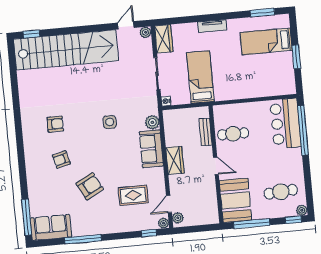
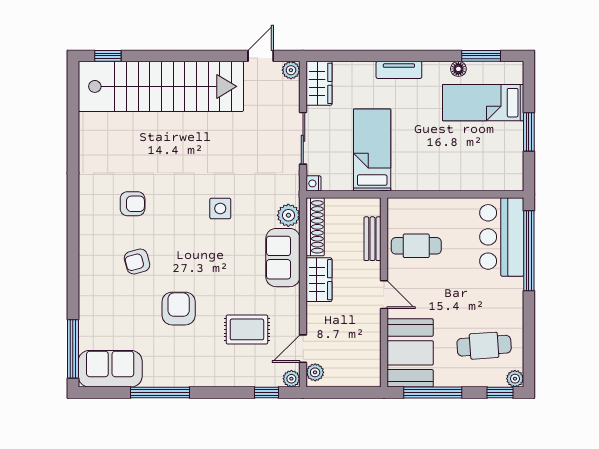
floor lamp: (249, 22) -> (458, 69), added
shoe rack: (170, 128) -> (315, 227), added
armchair: (90, 186) -> (179, 309), turned -62

